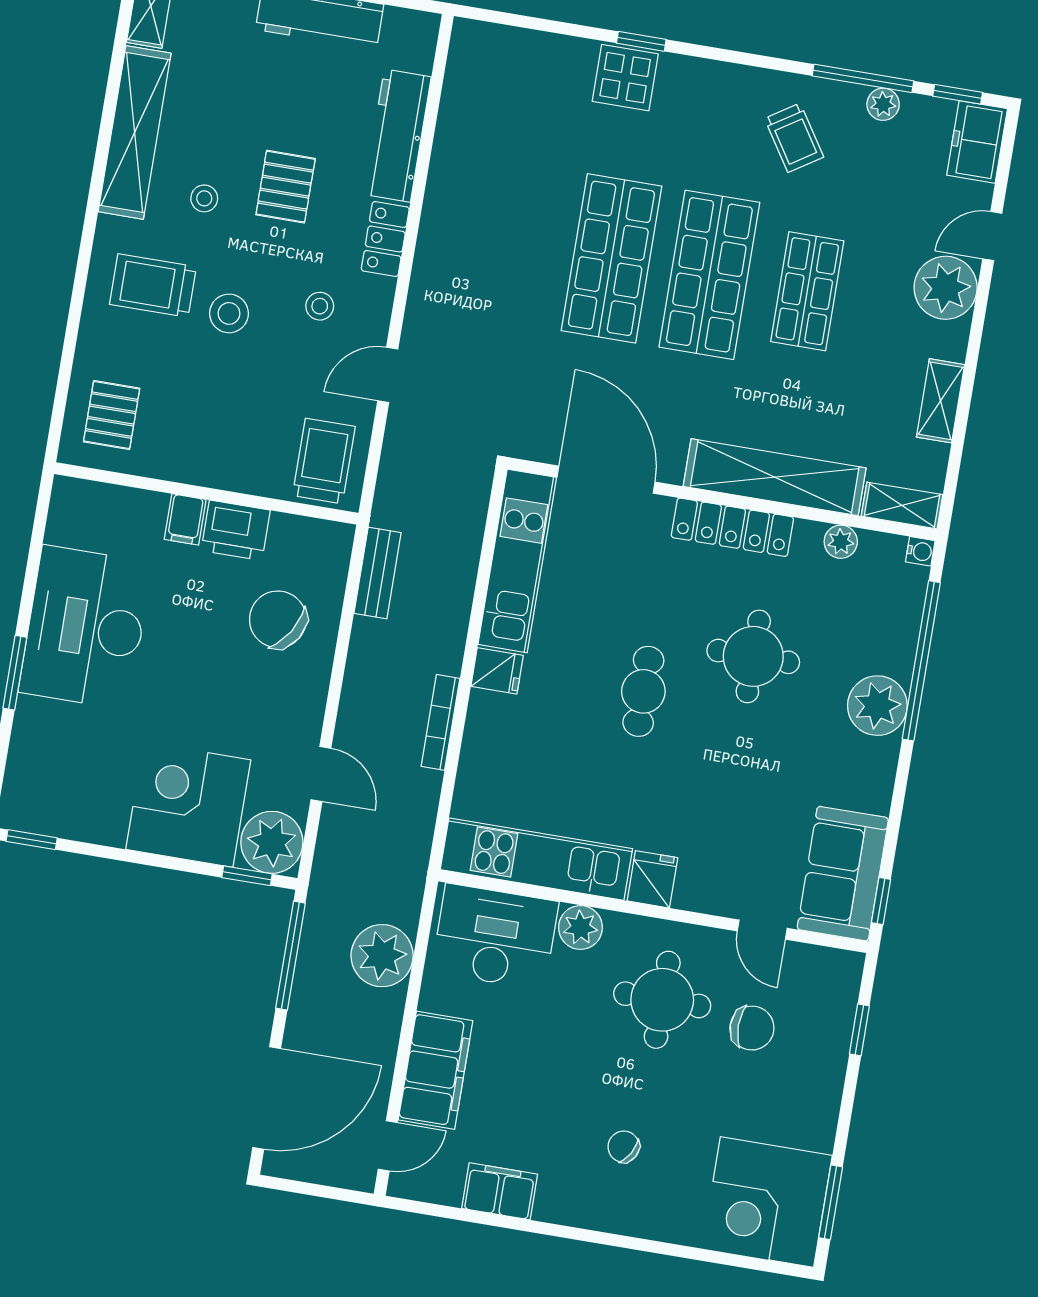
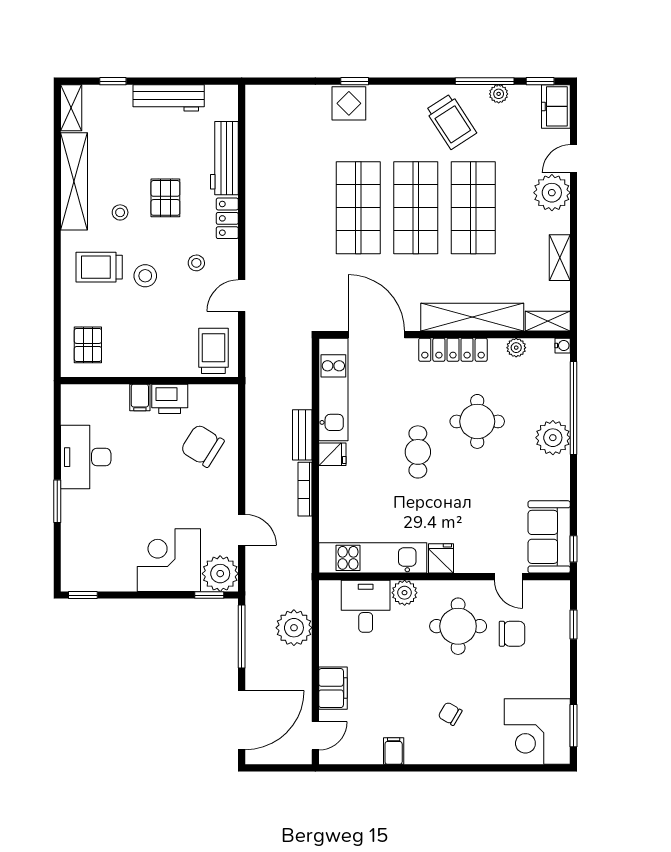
trolley: (794, 138) -> (451, 122), width x1.36, depth x1.39
shop shelf: (807, 291) -> (473, 208), width x1.43, depth x1.36
bench: (377, 573) -> (302, 435), moved
desk: (85, 627) -> (86, 457), width x0.73, depth x0.77
desk: (495, 937) -> (366, 606), width x0.73
filing cabinet: (436, 1070) -> (333, 688), width x0.67, depth x0.86
filing cabinet: (500, 1191) -> (394, 751), width x0.50

